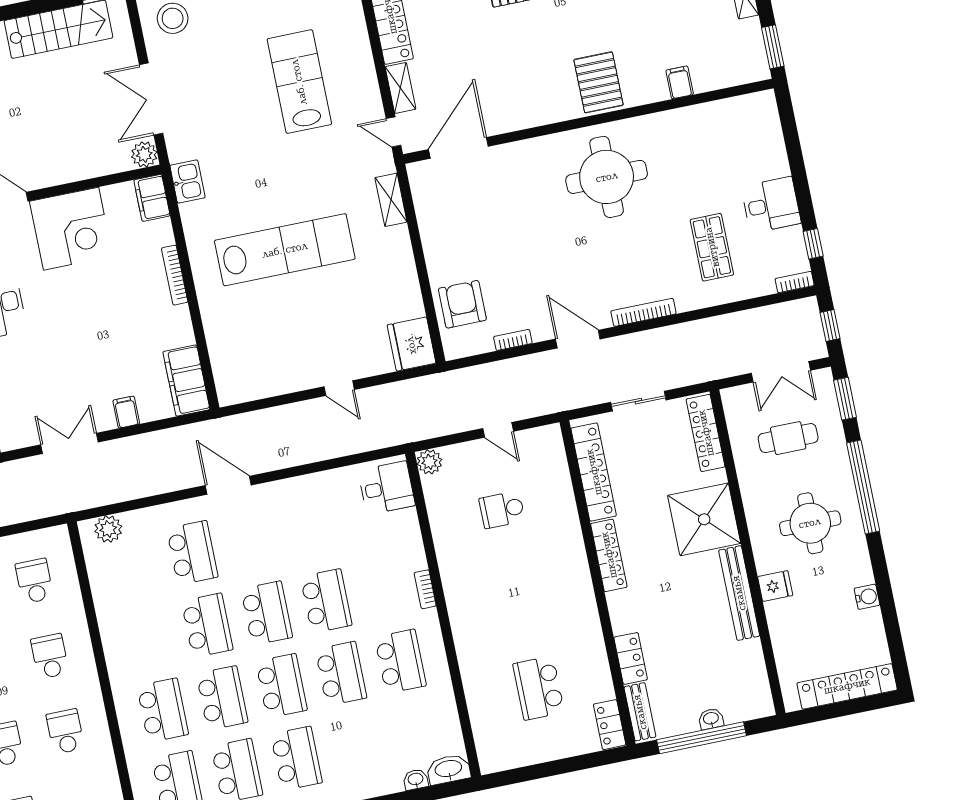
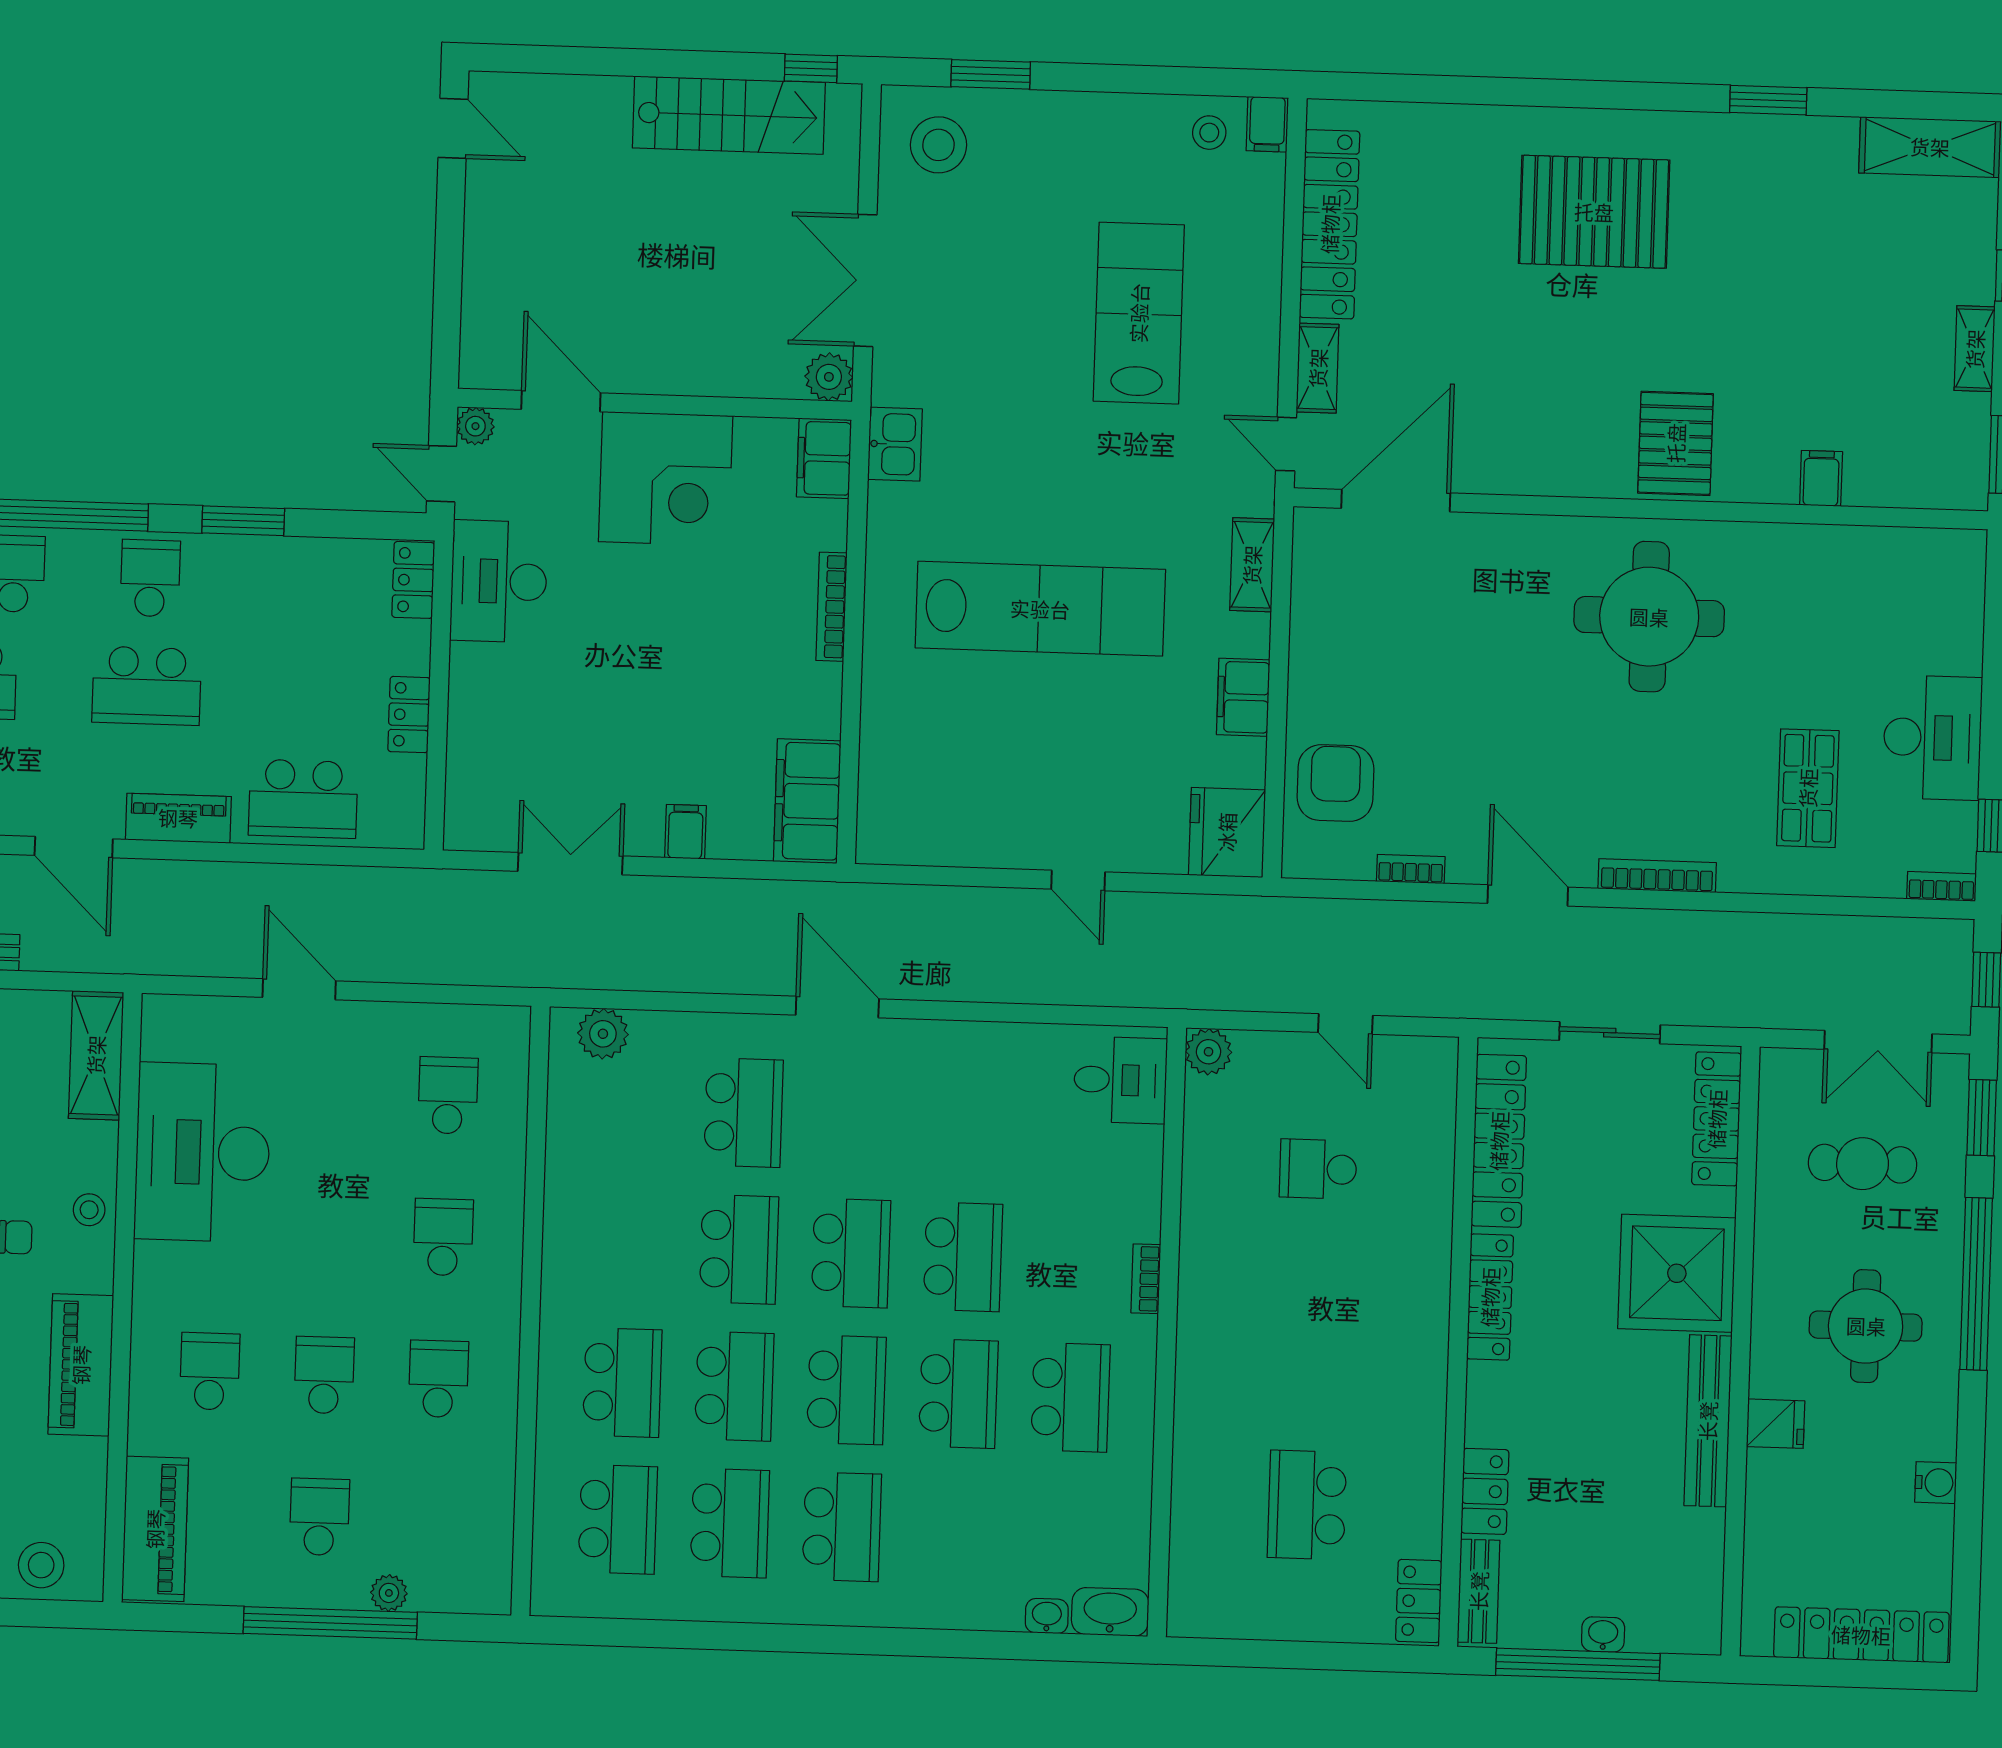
desk: (771, 205) -> (1932, 738), width x1.37
filing cabinet: (403, 271) -> (1243, 697), added

